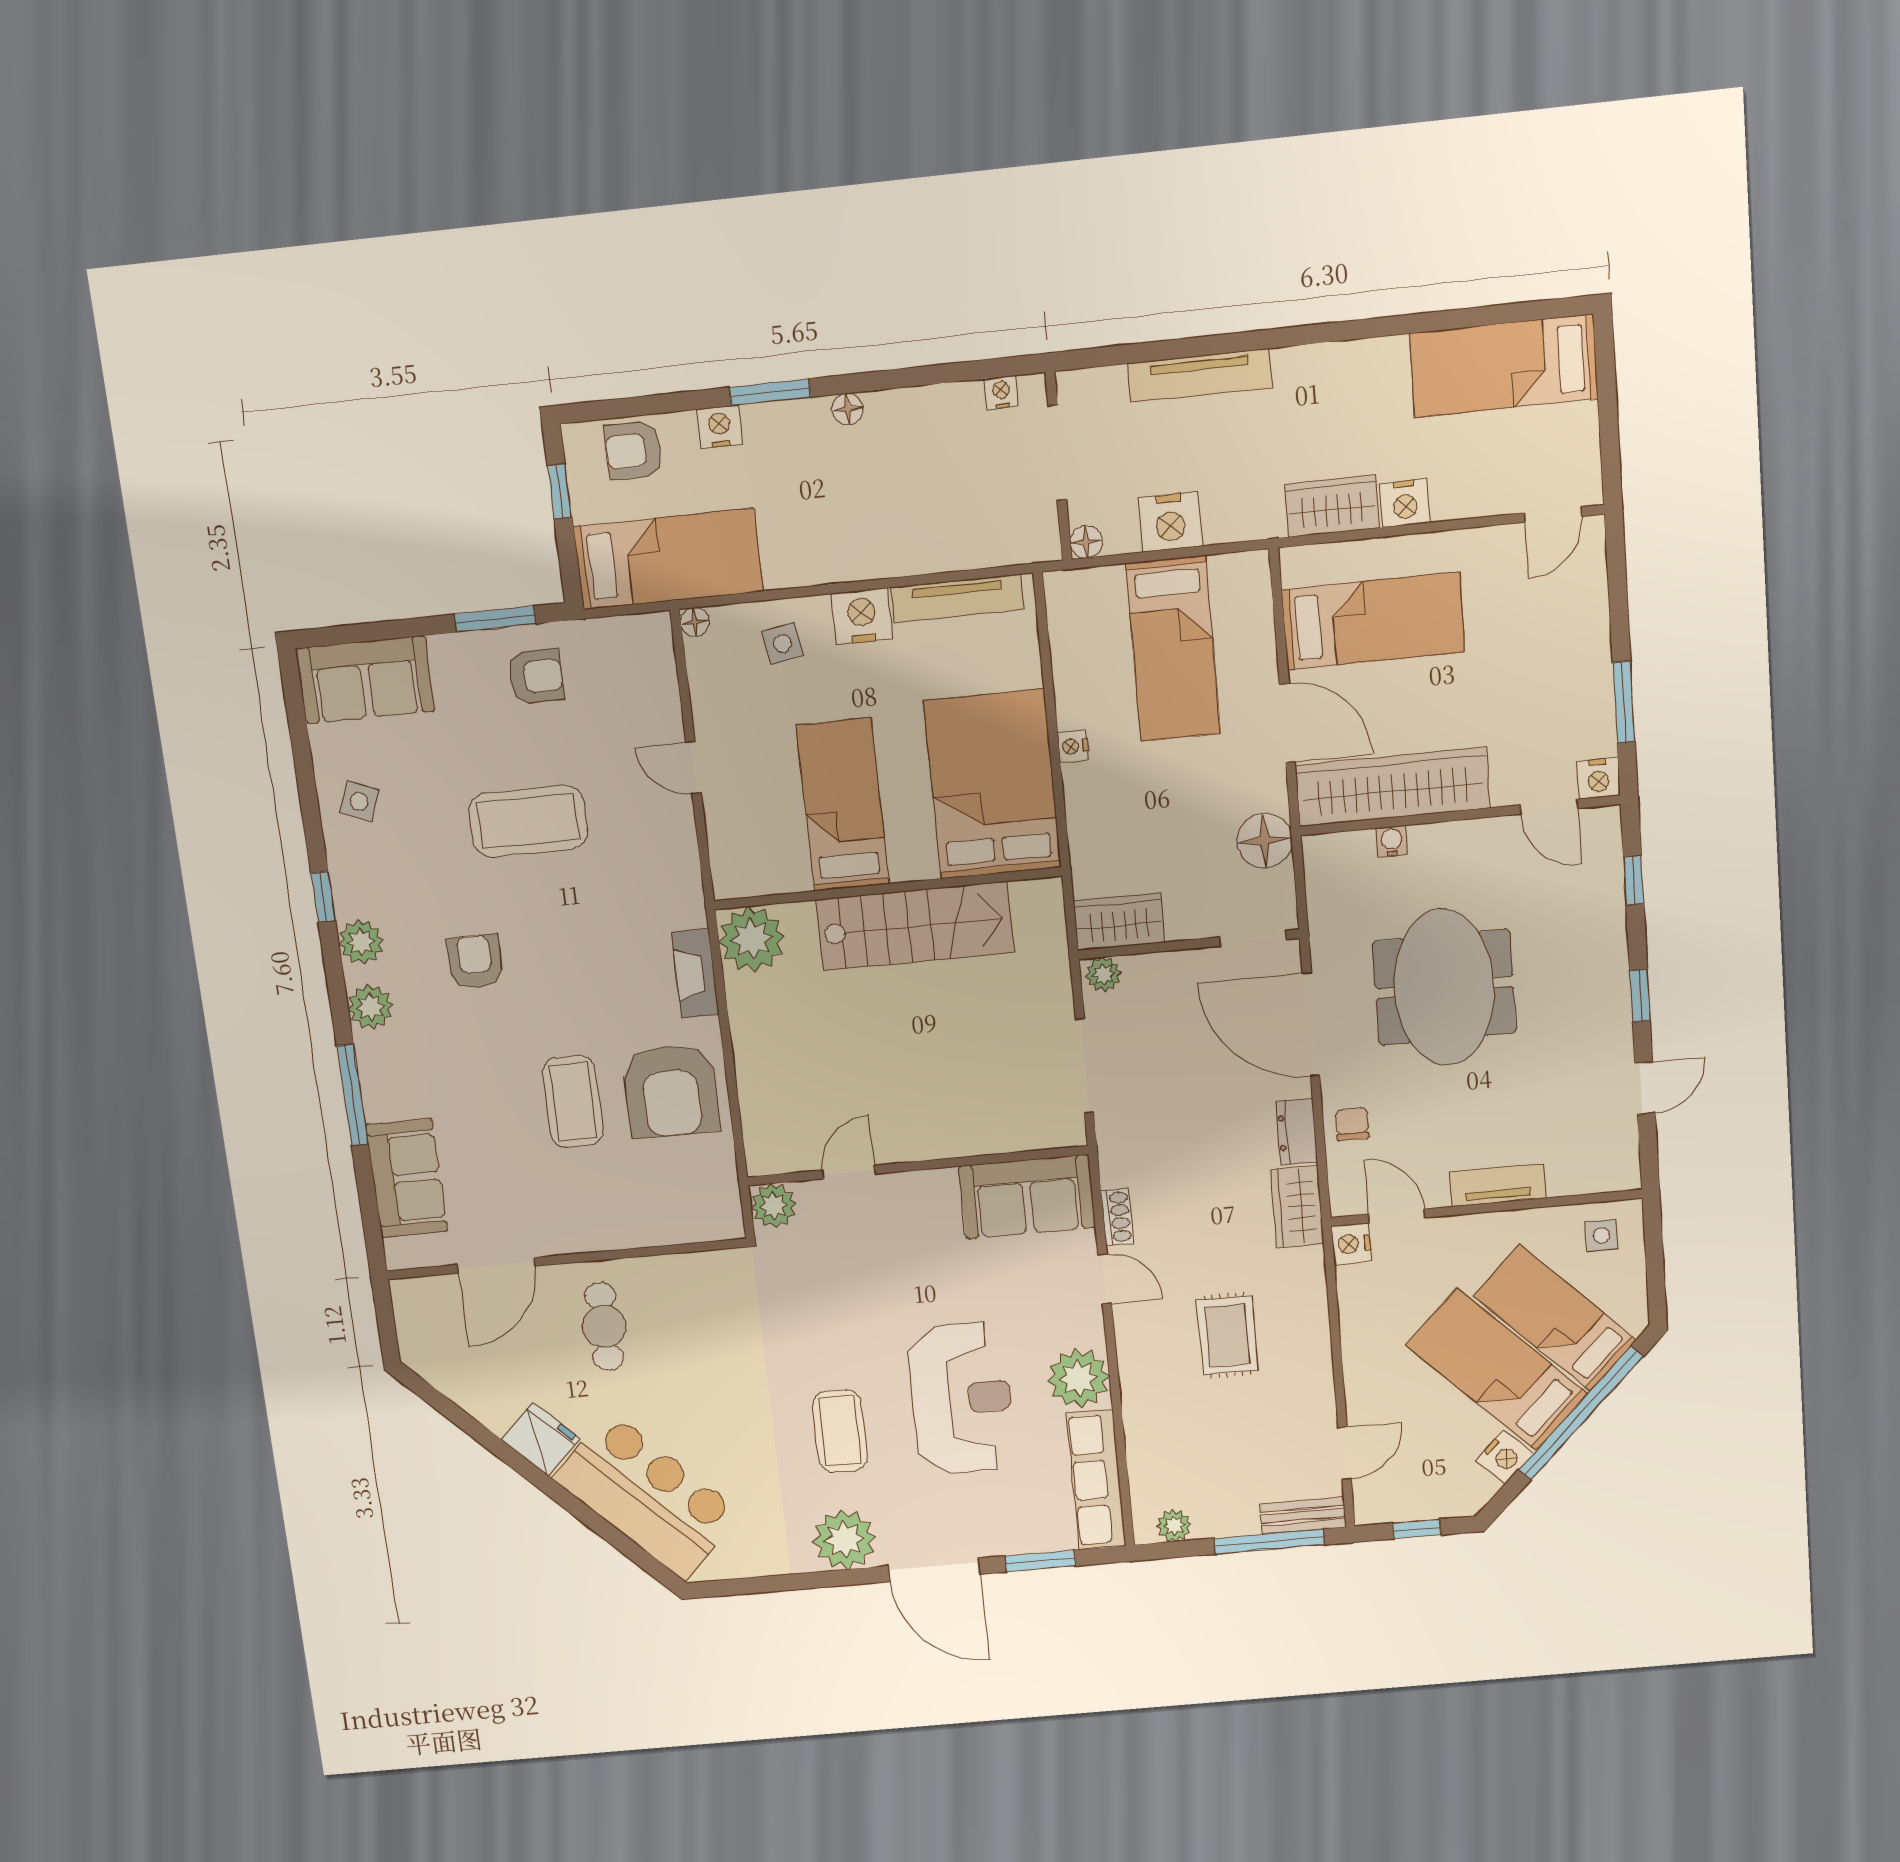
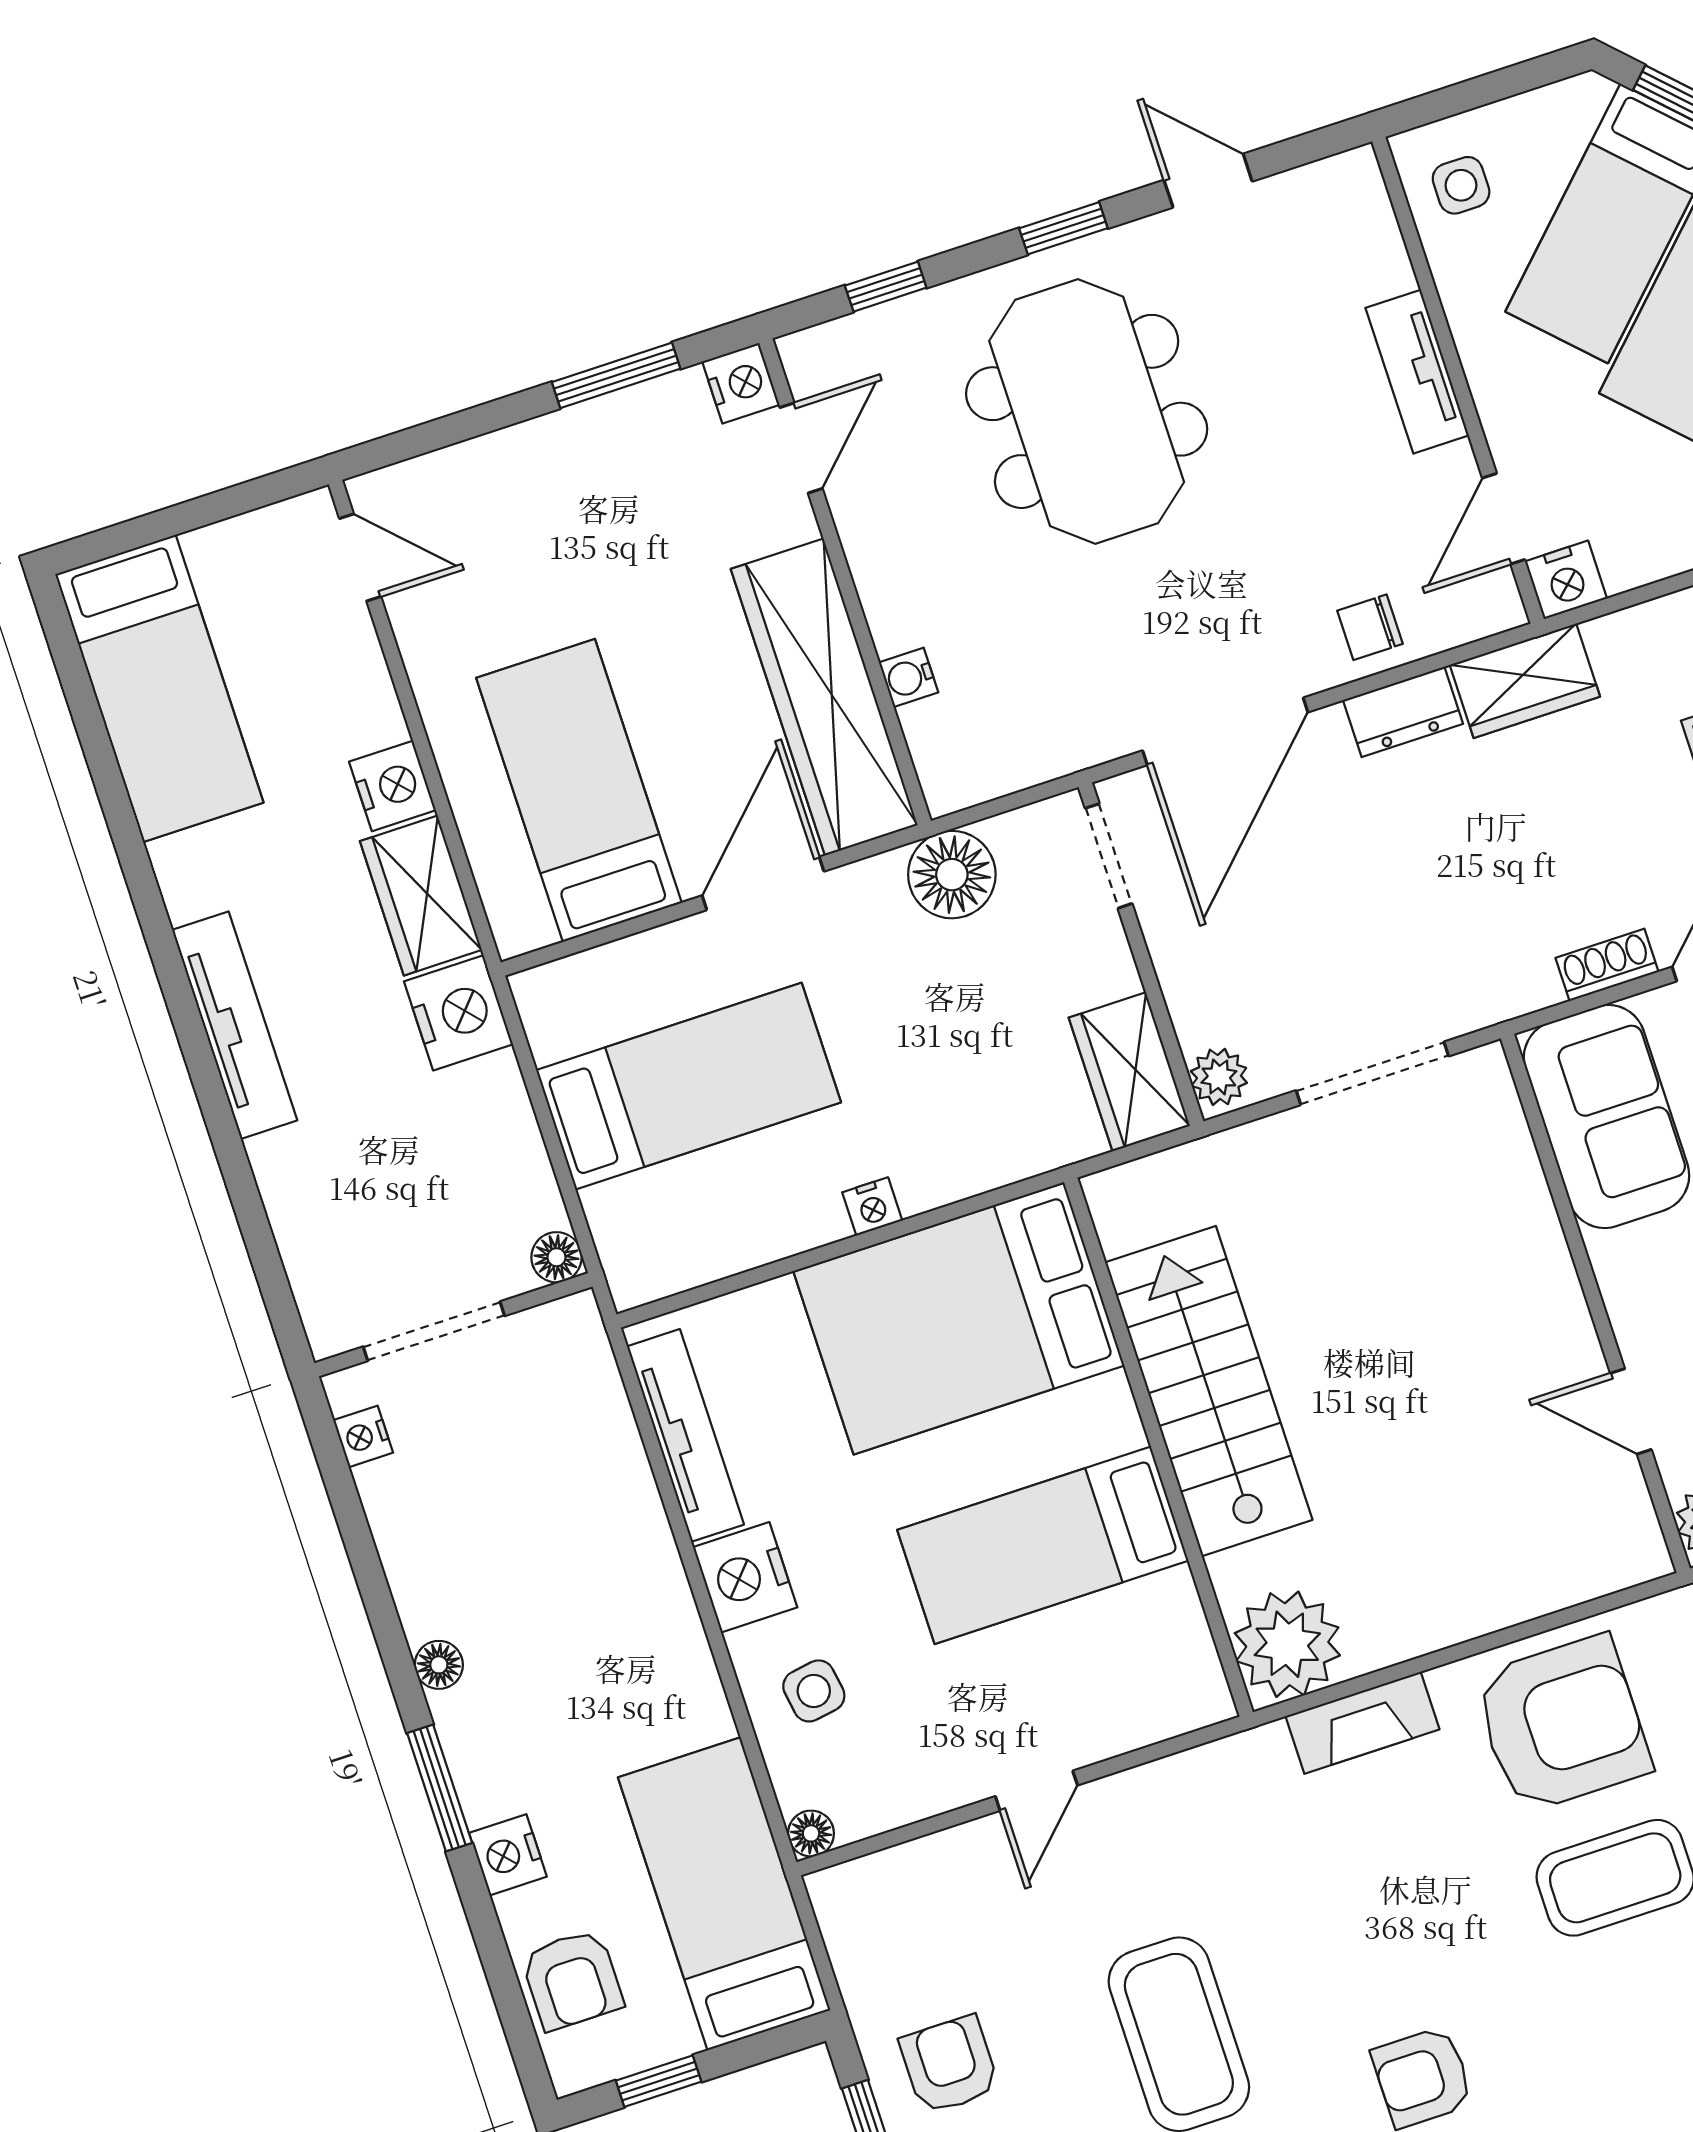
tv unit: (1200, 376) -> (235, 1025), moved
nightstand: (1170, 522) -> (458, 1013), moved
meeting table: (1444, 987) -> (1087, 411), moved, turned 90

